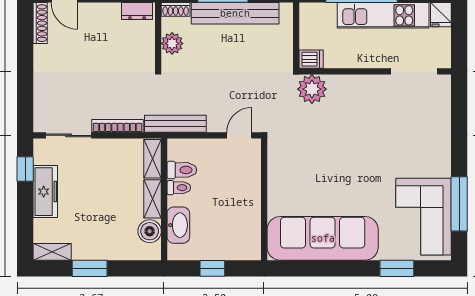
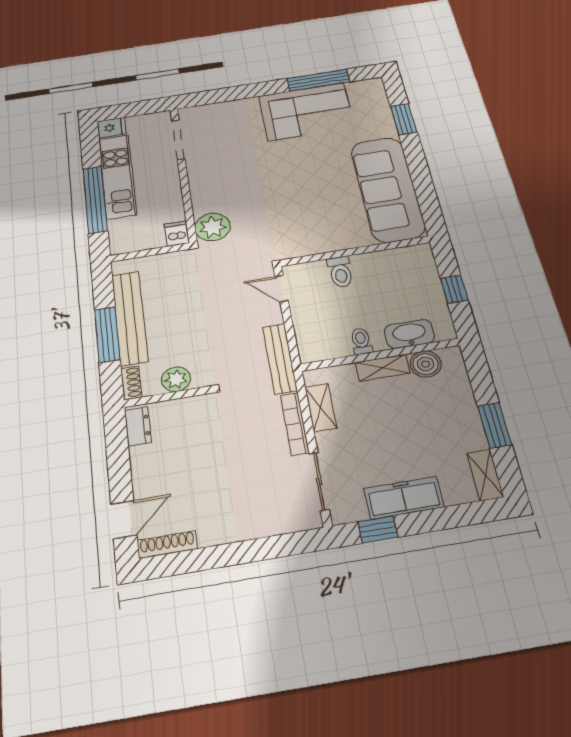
shelving: (152, 159) -> (321, 407), moved, turned 90
toilet: (182, 170) -> (340, 272), moved, turned 180
corner sofa: (424, 217) -> (306, 112), moved

